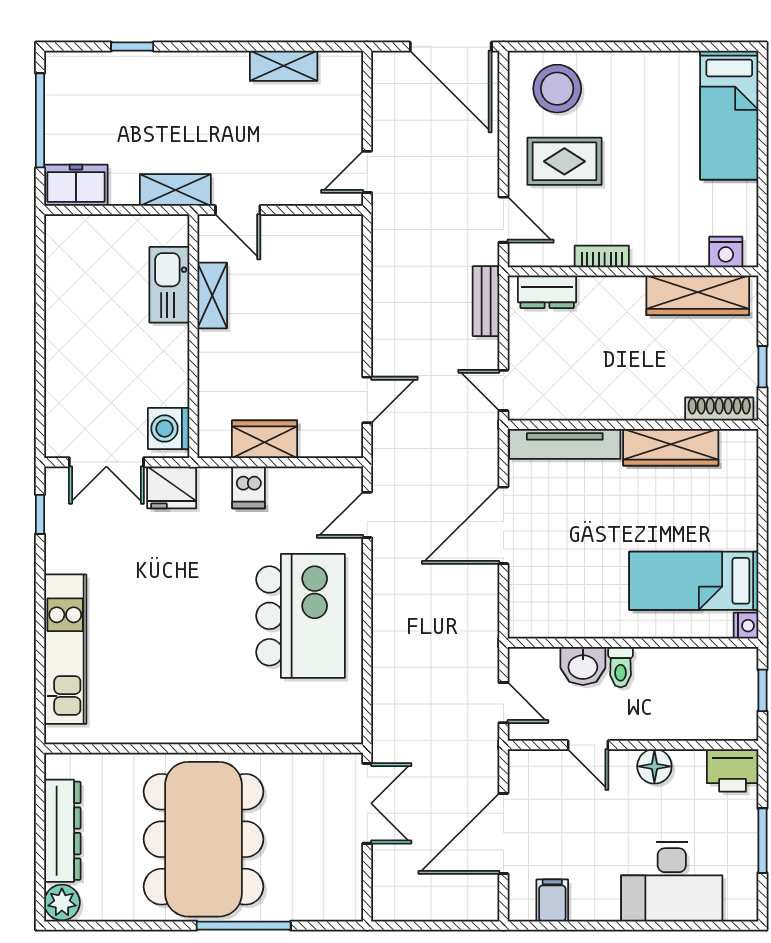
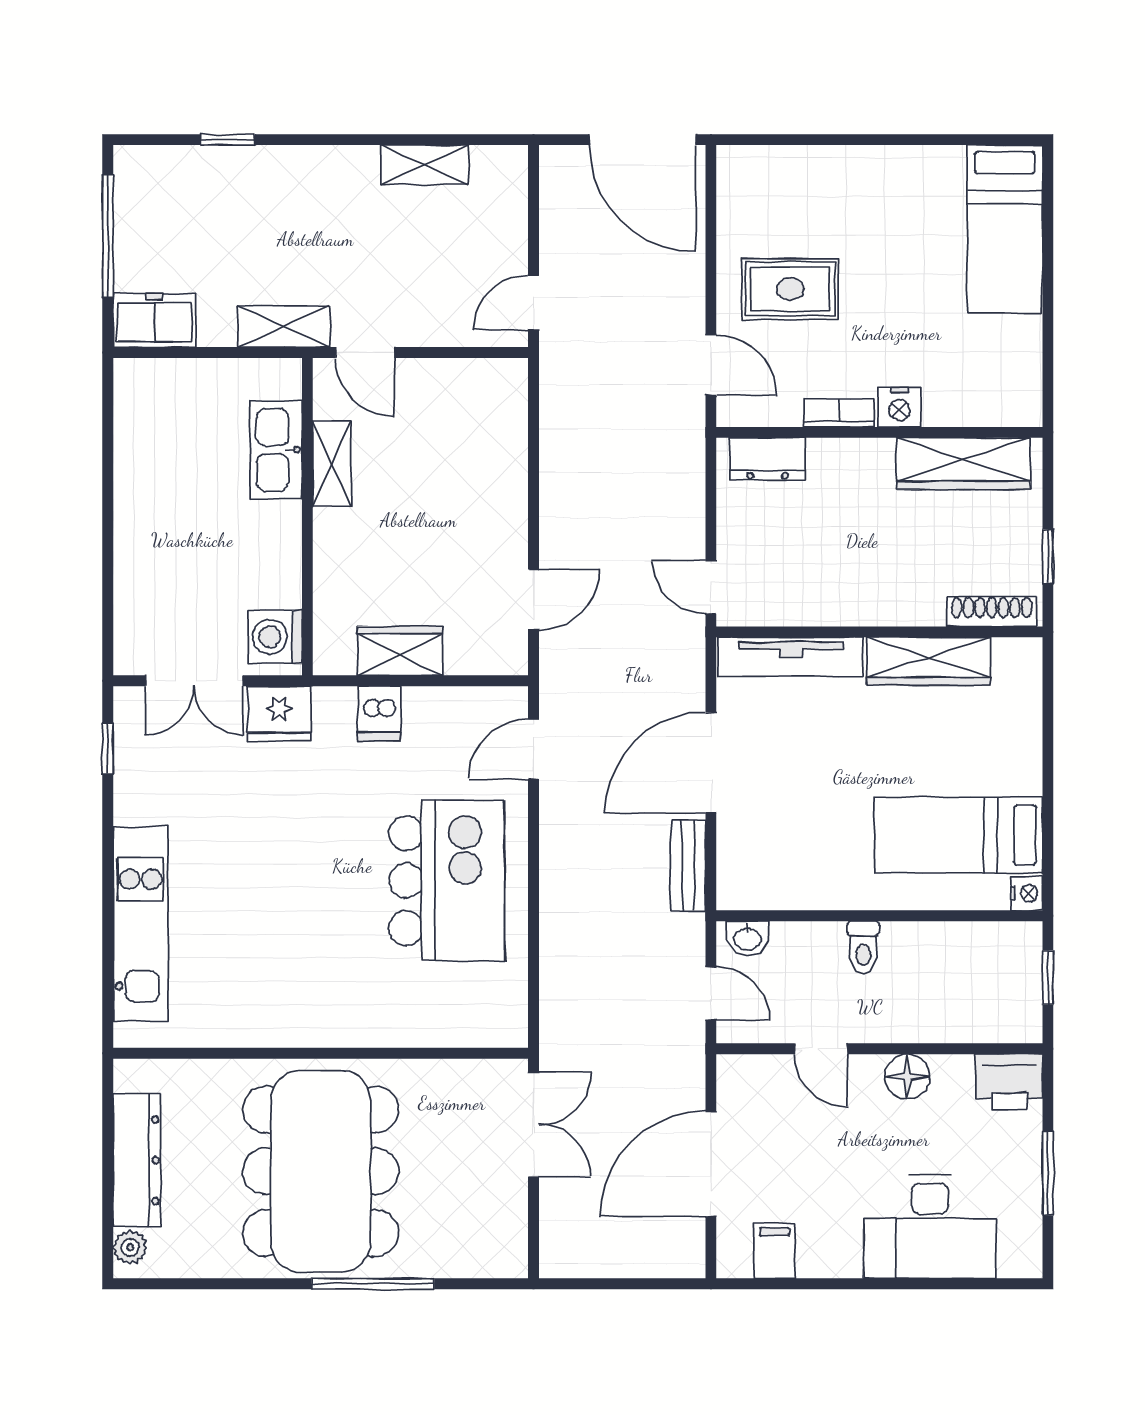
stool: (557, 89) -> (781, 194), removed
nightstand: (726, 252) -> (899, 407), moved
bench: (486, 301) -> (688, 866), moved
washbasin: (583, 666) -> (747, 938), moved, width x0.72, depth x0.69
plant: (62, 902) -> (130, 1247), width x0.73, depth x0.73

